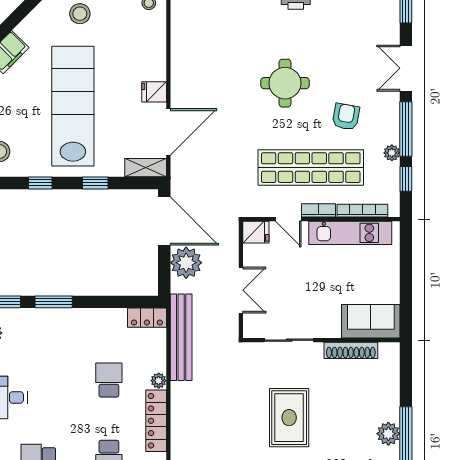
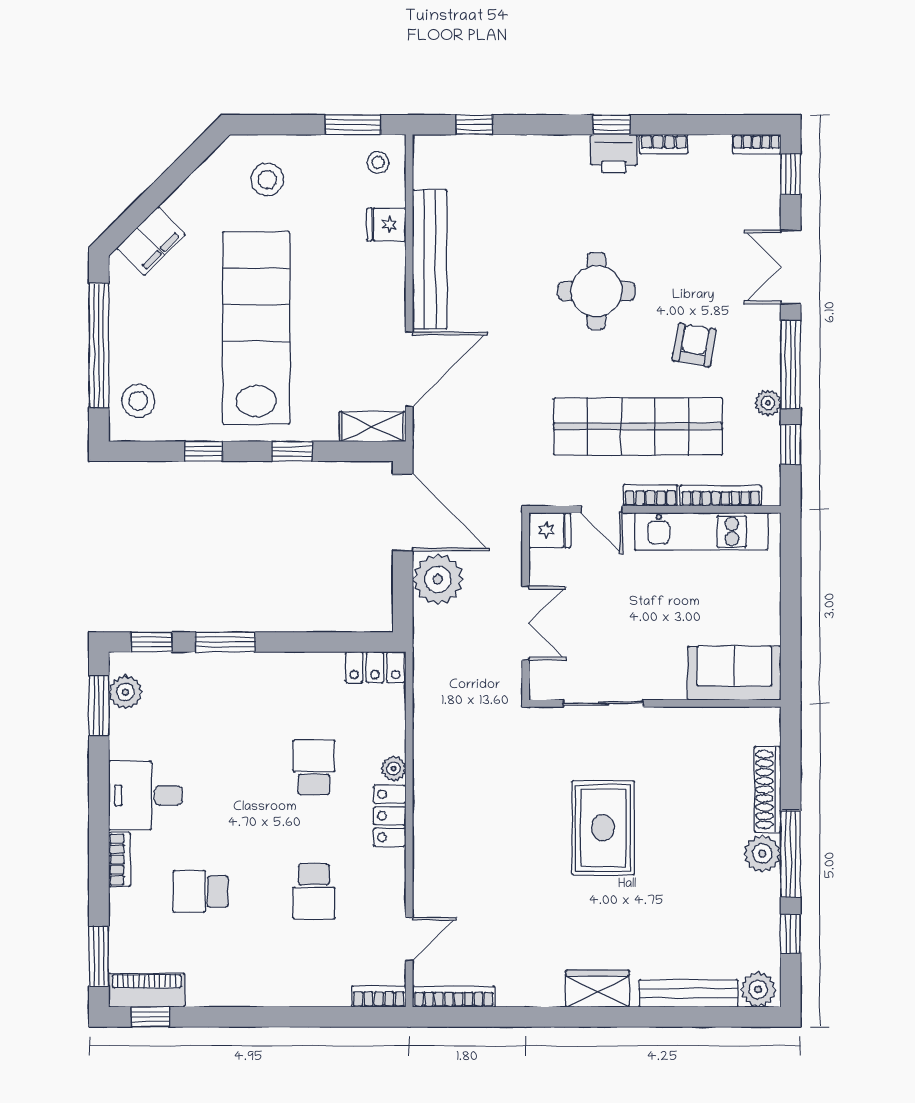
fridge: (154, 92) -> (386, 224), moved
bench: (181, 337) -> (430, 259), moved
shoe rack: (351, 350) -> (768, 790), moved, turned 90
locker: (156, 421) -> (390, 816), width x0.66

